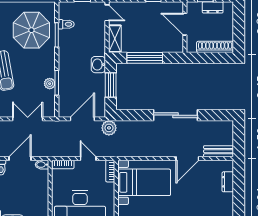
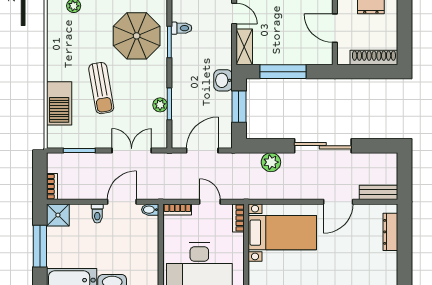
plant: (109, 128) -> (271, 162), moved
dresser: (228, 182) -> (390, 232), width x1.44

